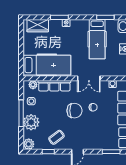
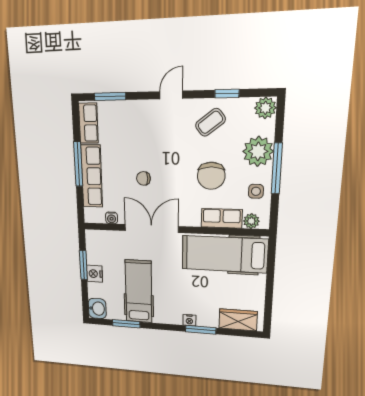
double door: (89, 78) -> (151, 229), width x1.37
row of seats: (54, 86) -> (222, 218), width x0.68
chair: (74, 111) -> (211, 176), moved, turned -90

